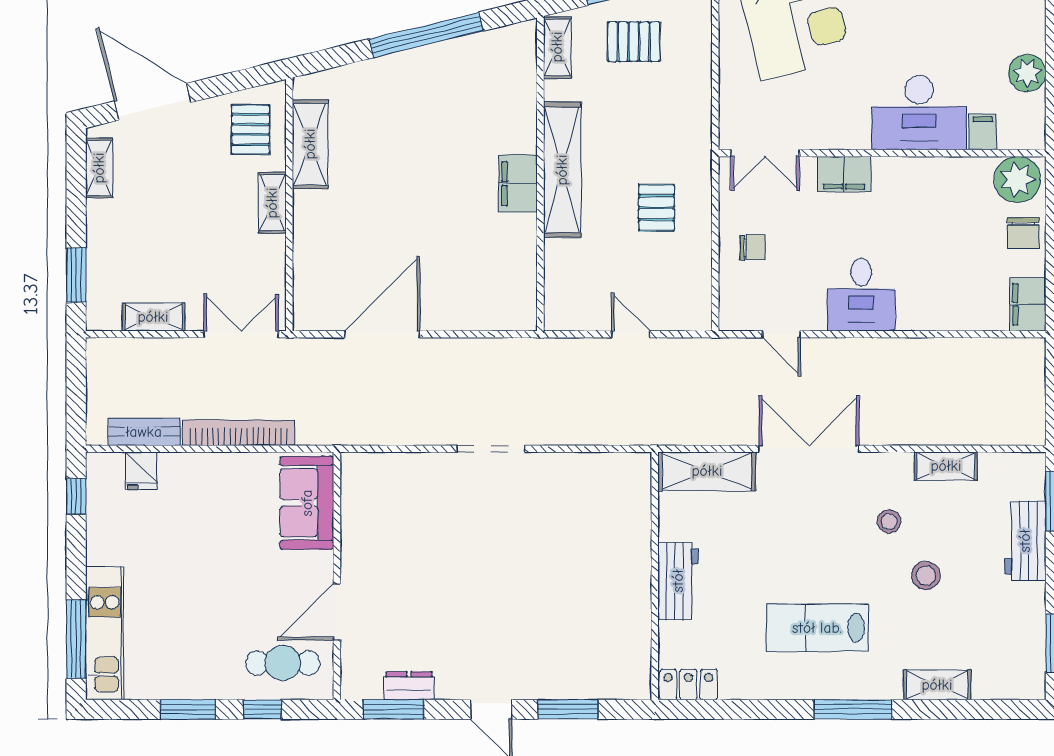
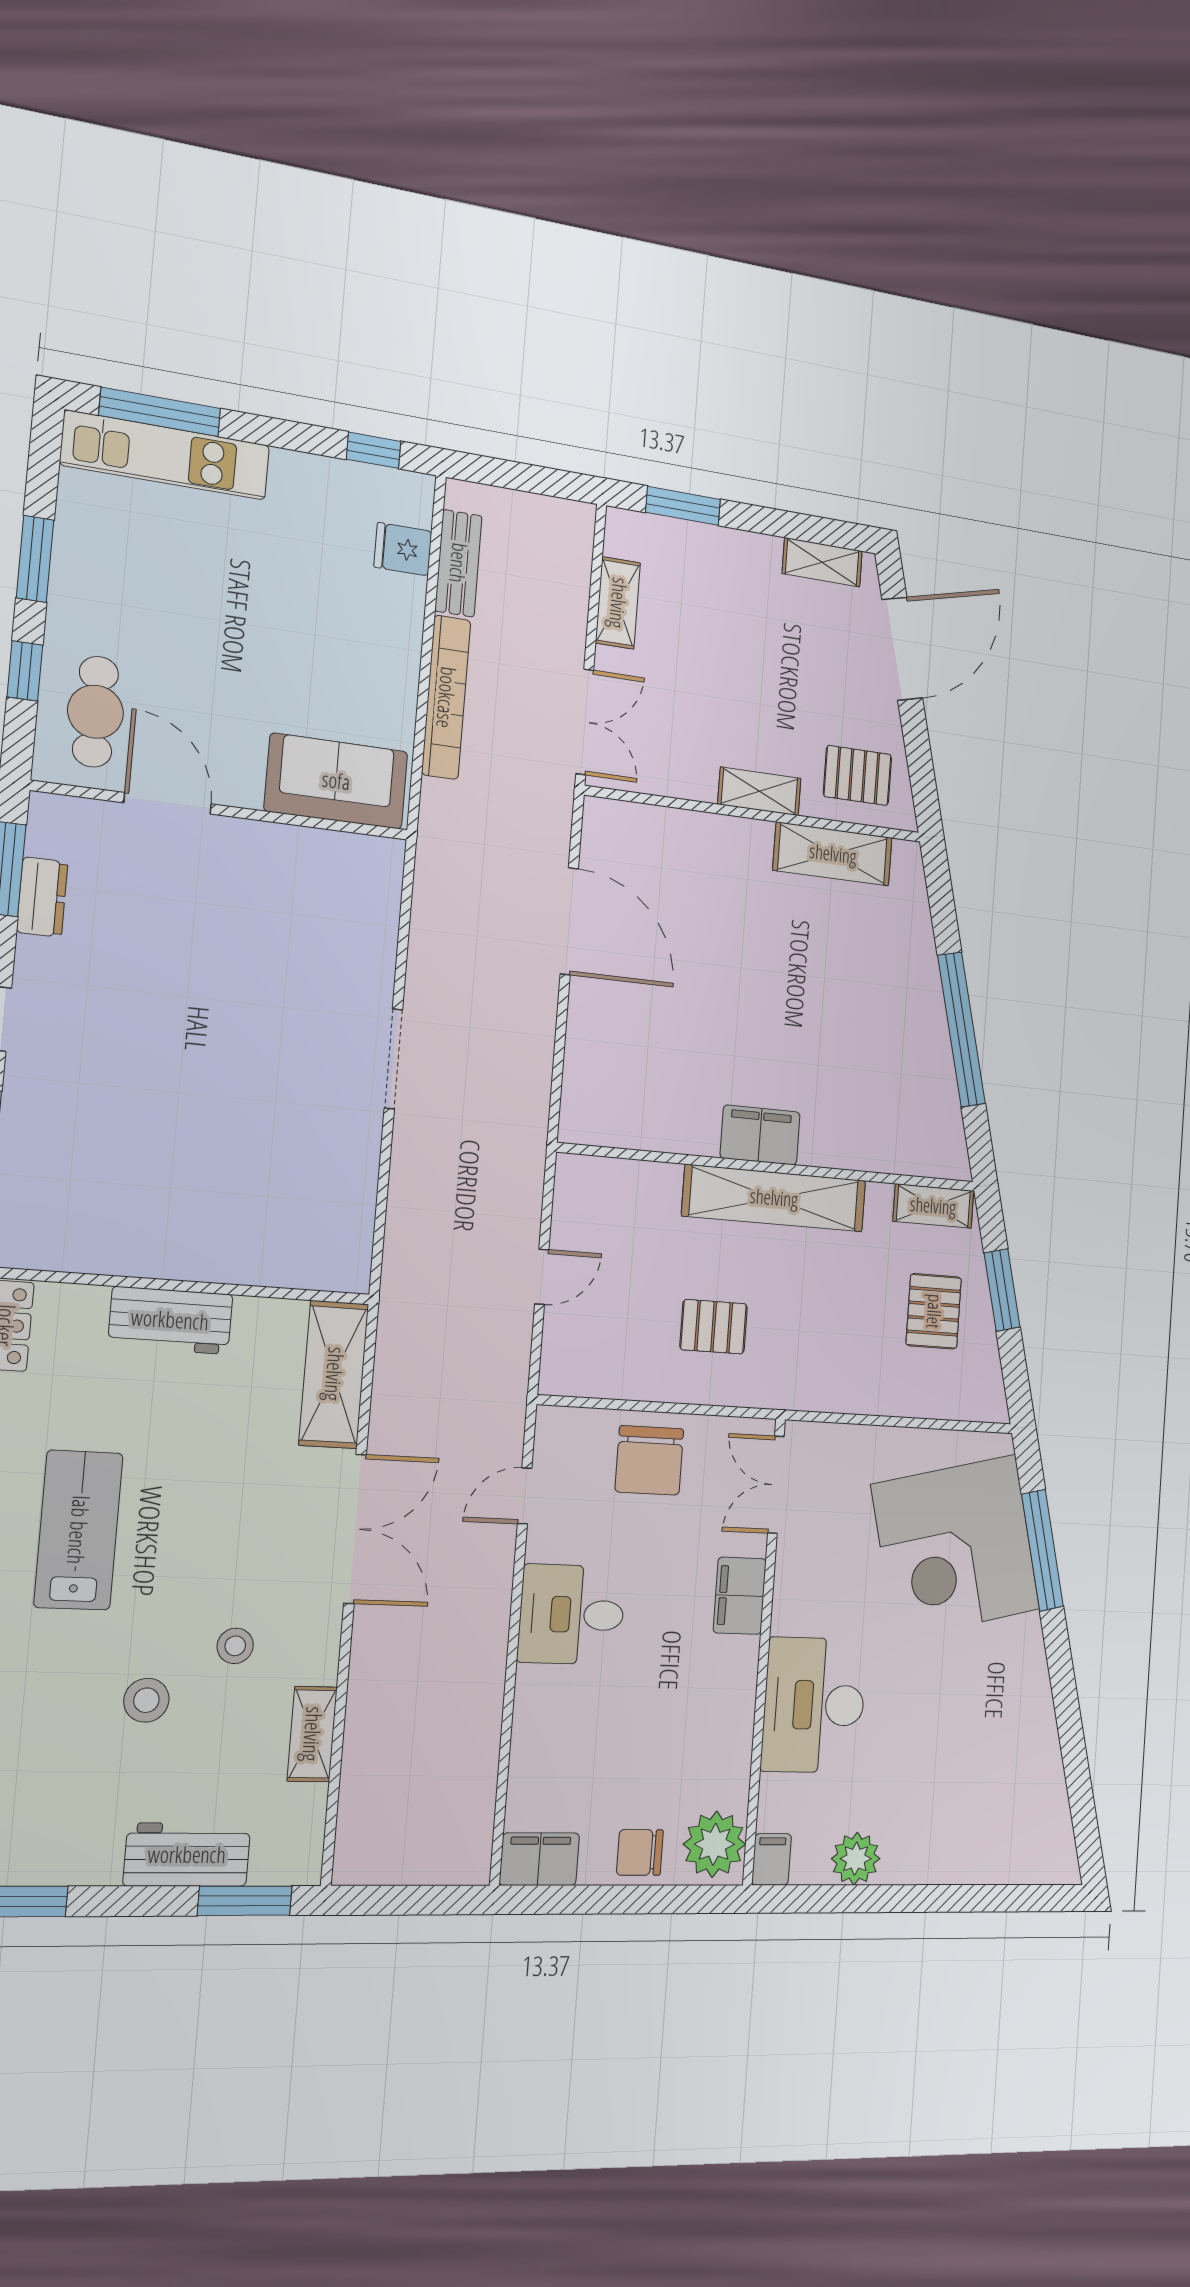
filing cabinet: (983, 132) -> (772, 1859), moved, turned -90
chair: (753, 247) -> (649, 1460), width x1.87, depth x1.87

